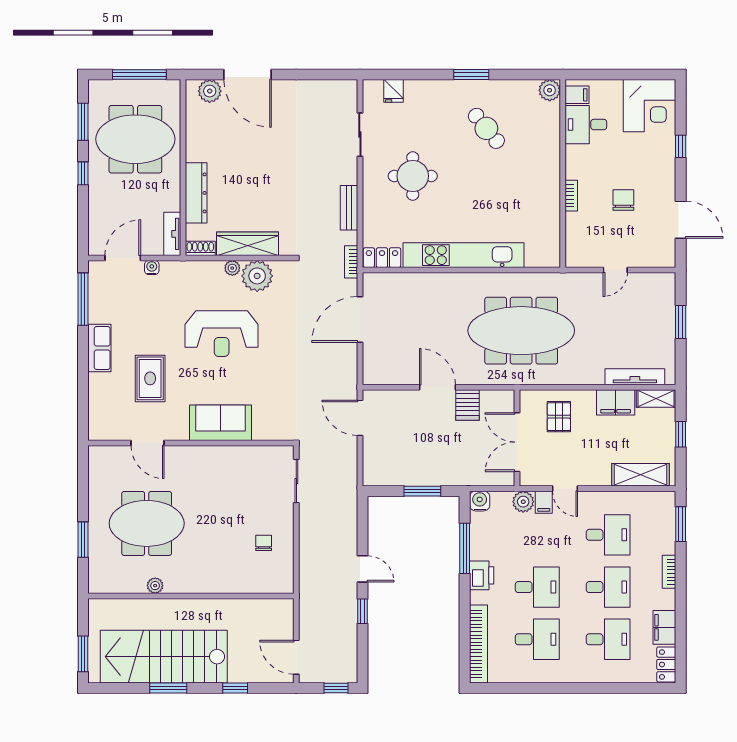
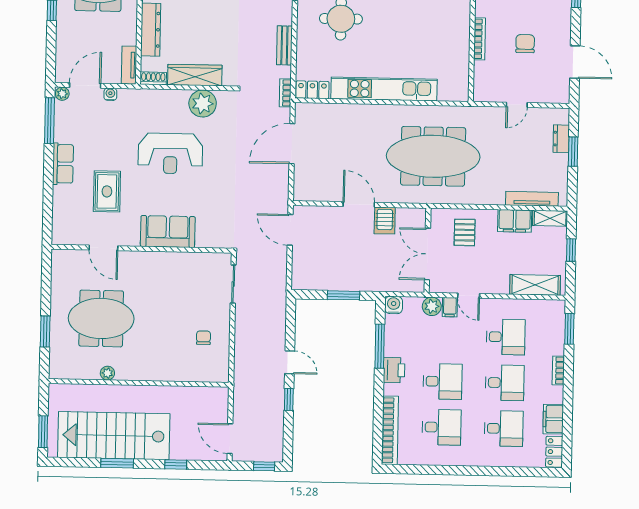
bookcase: (571, 196) -> (480, 39), width x1.56
plant: (232, 268) -> (62, 94), moved
dresser: (667, 307) -> (561, 139), added

